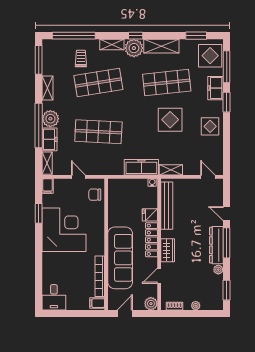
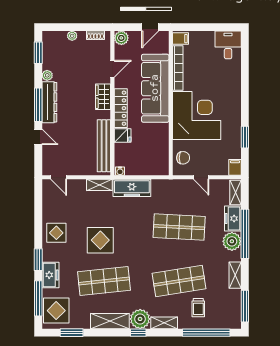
corner desk: (64, 230) -> (197, 116), moved, turned 180

